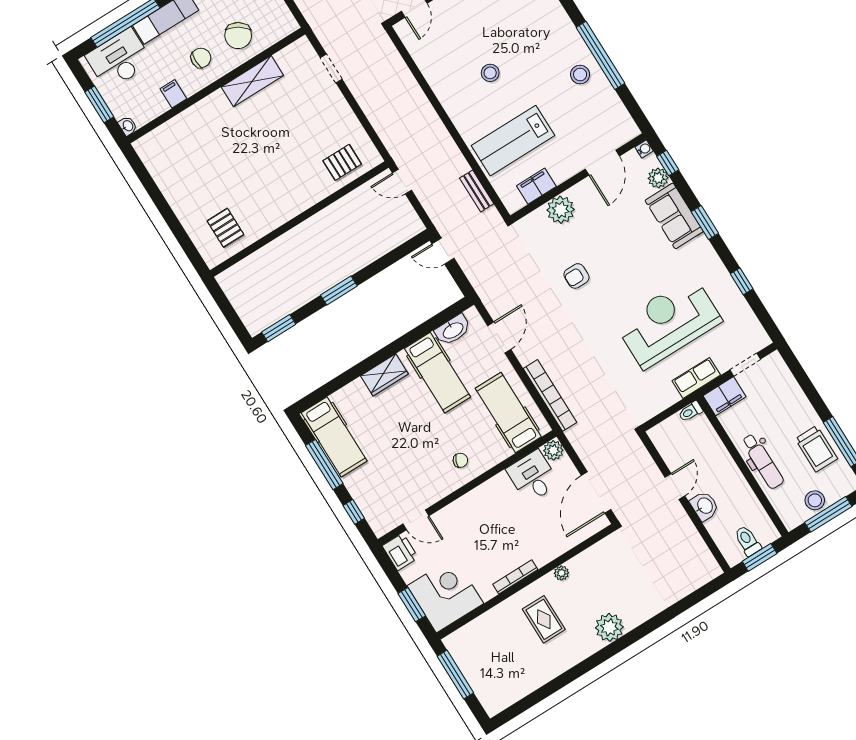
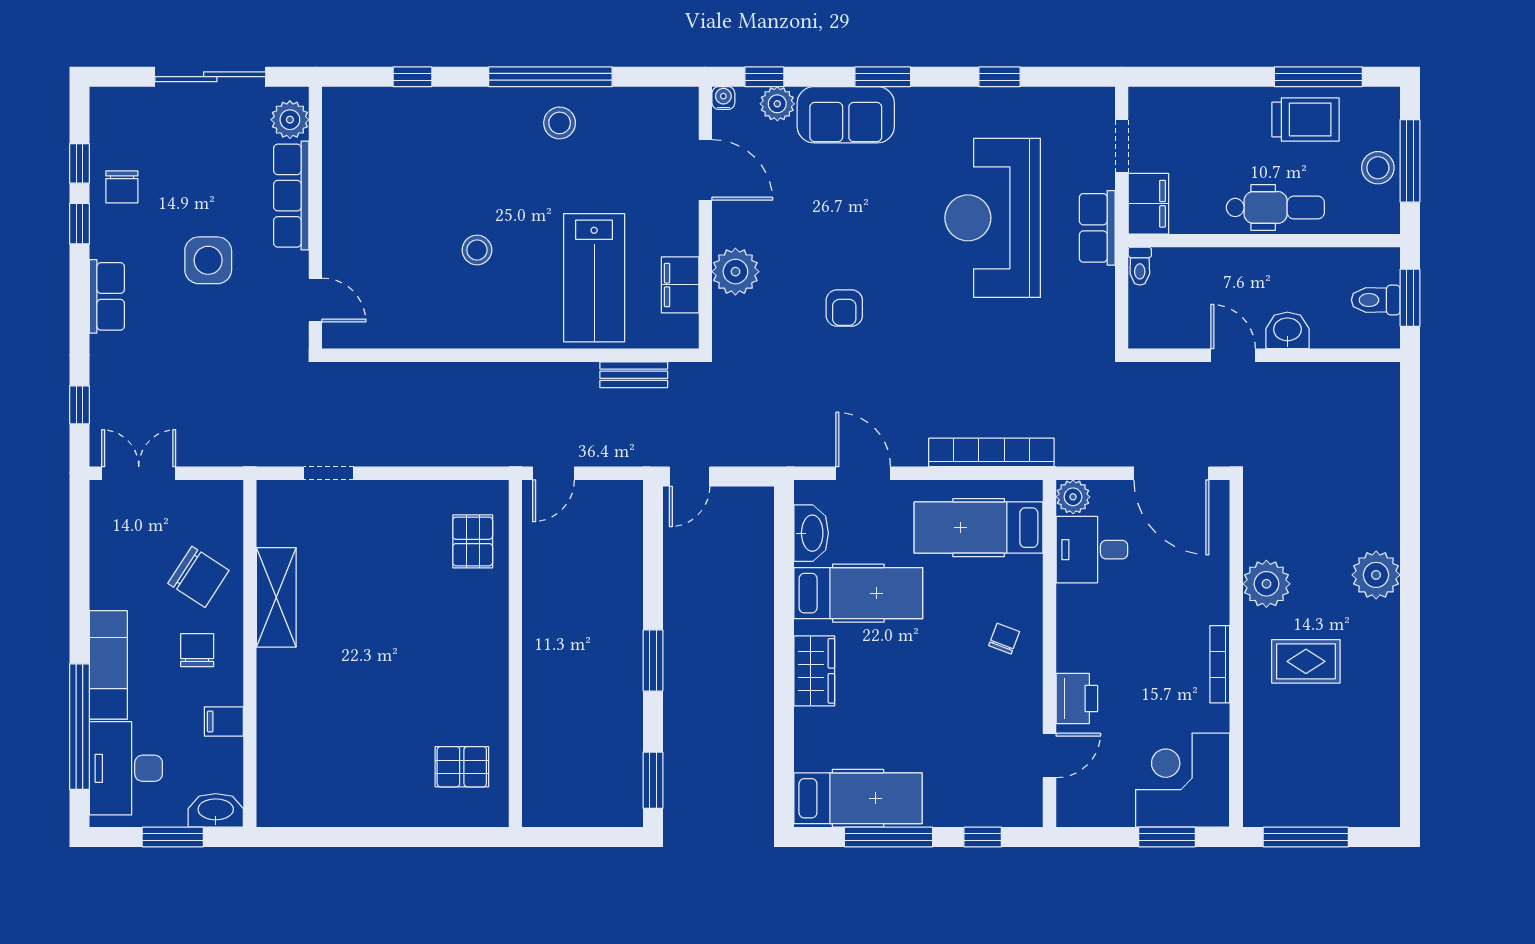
washbasin: (128, 126) -> (216, 810), width x1.91, depth x1.45
printer: (400, 552) -> (1077, 699), moved, turned 90
plant: (561, 573) -> (1266, 584), width x1.88, depth x1.88

